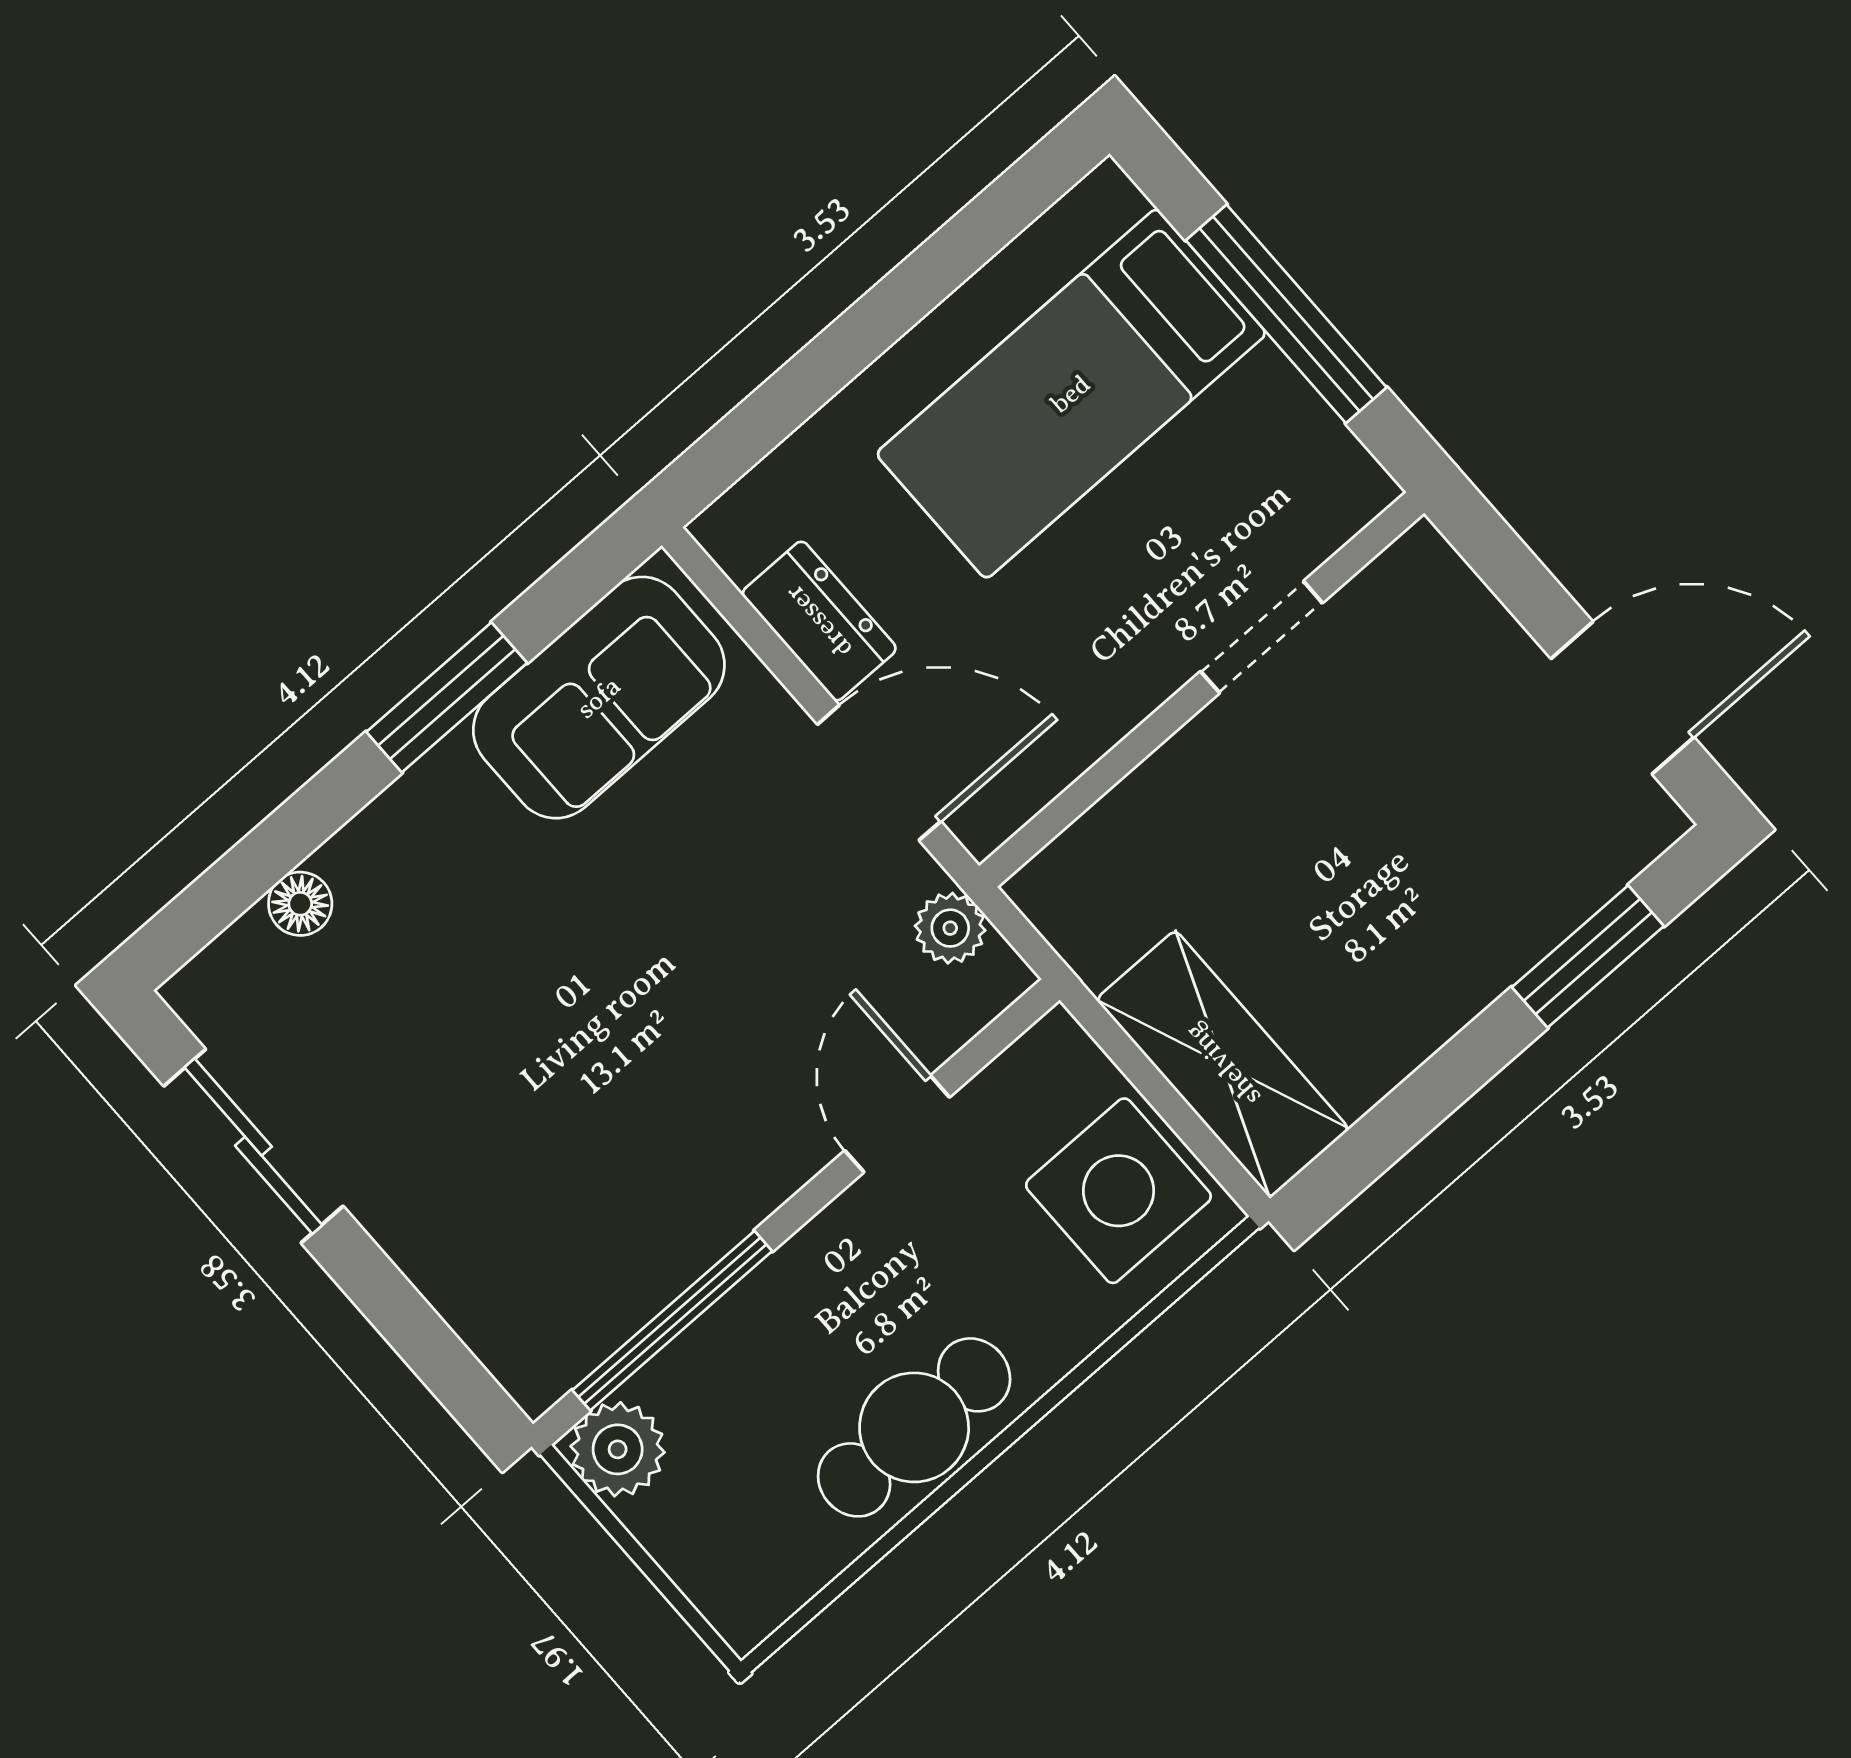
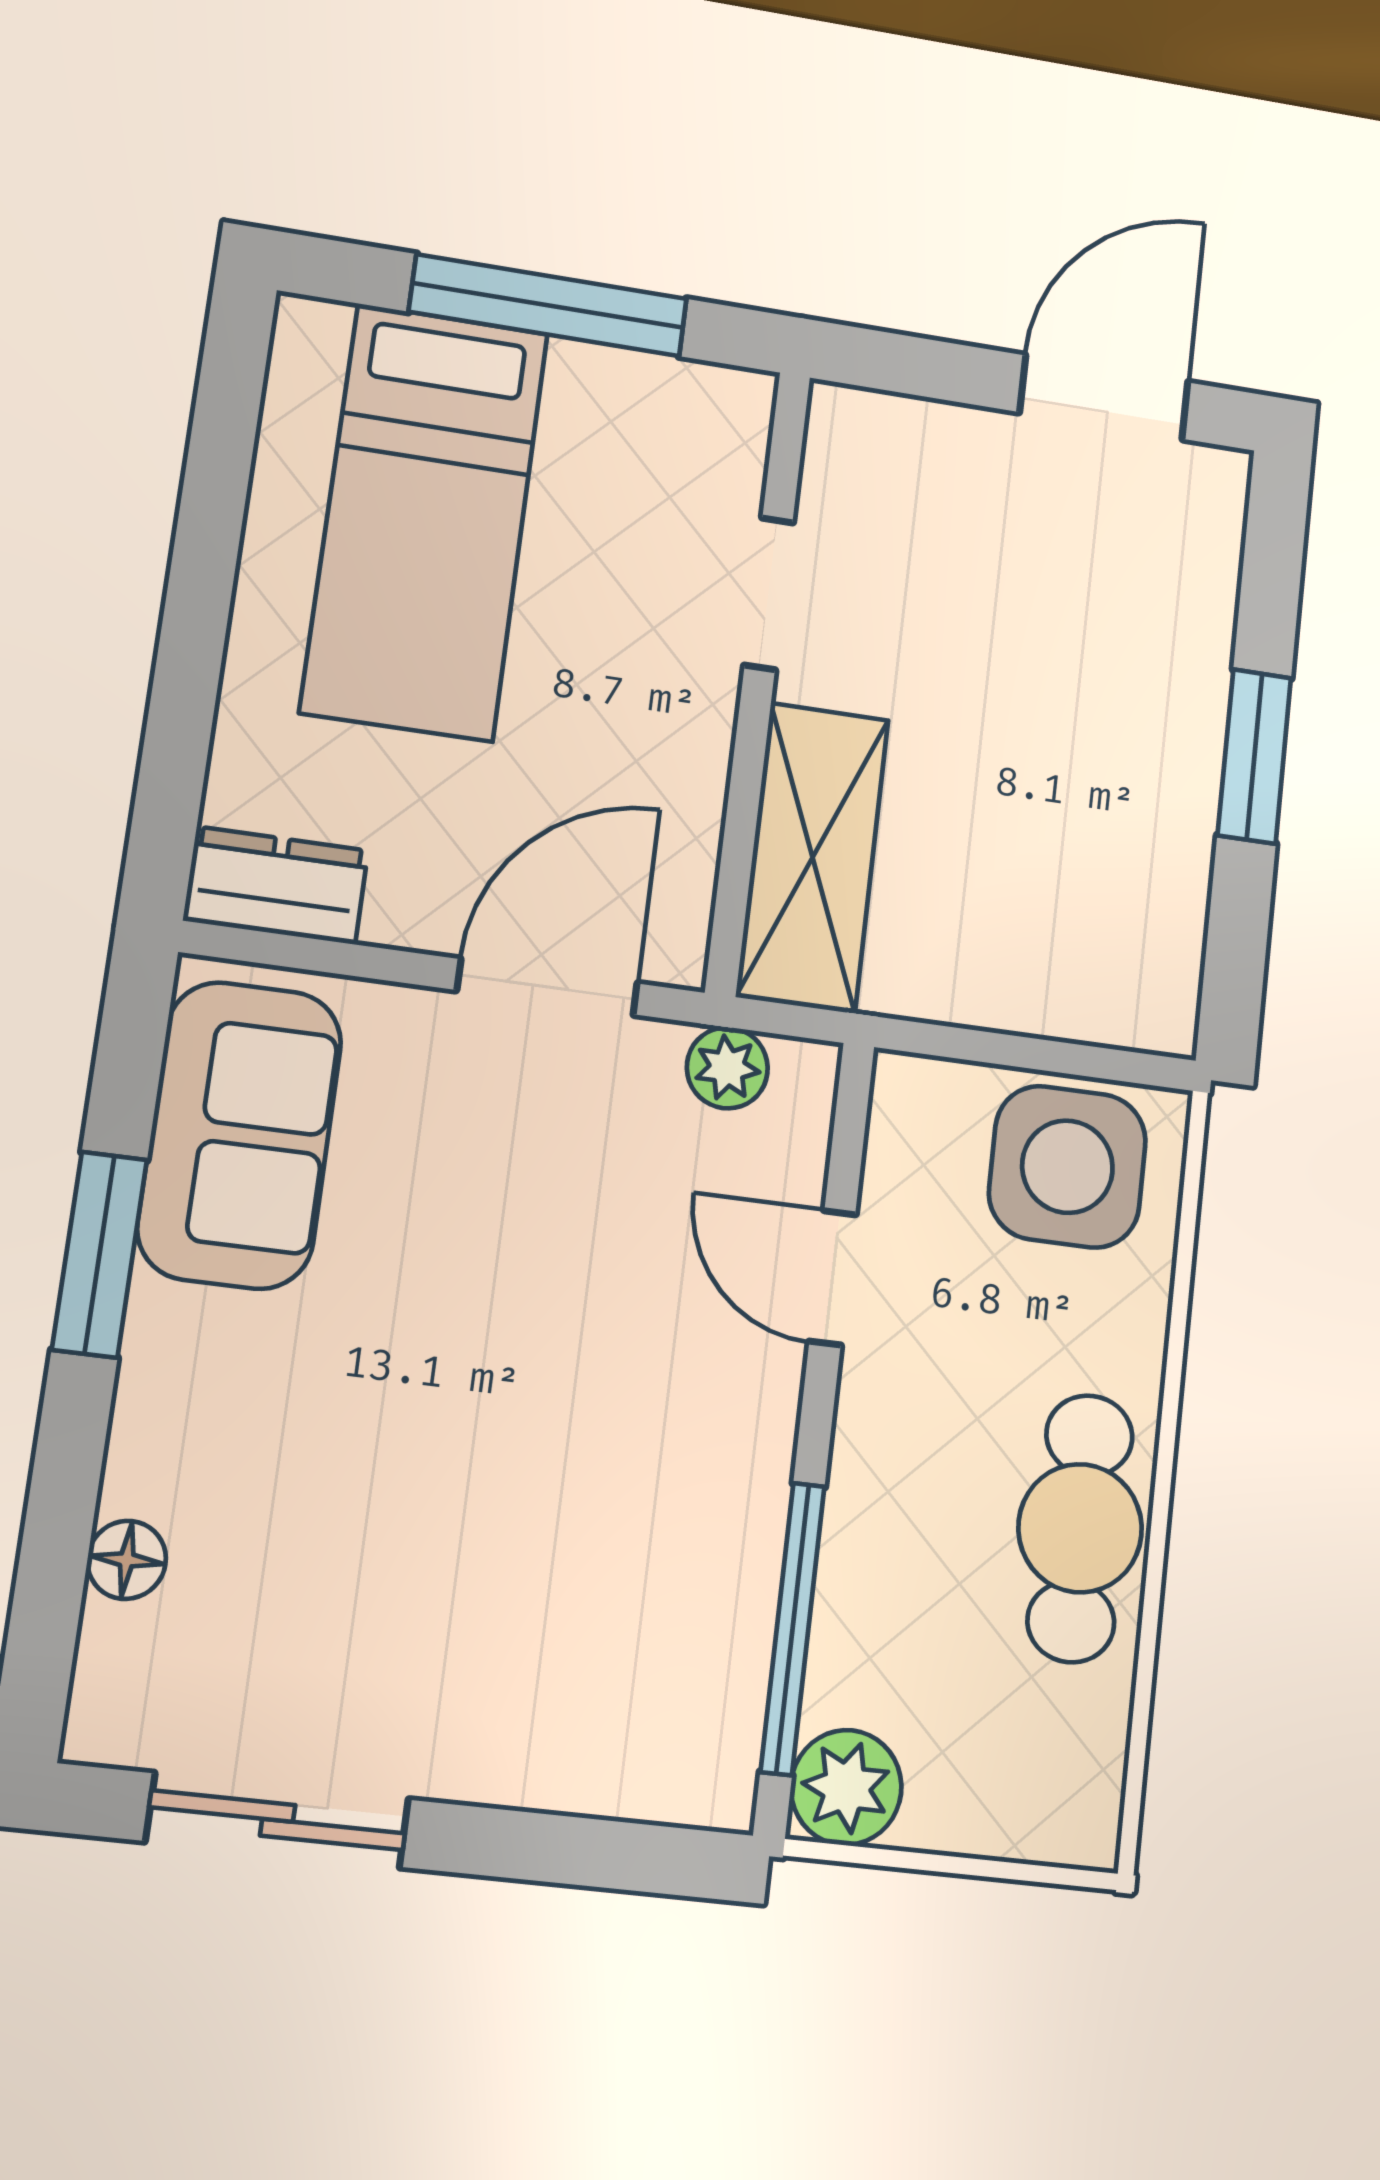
dresser: (819, 621) -> (276, 886), moved
window: (1588, 957) -> (1254, 756), moved
shelving: (1223, 1064) -> (813, 857), moved, turned 90

